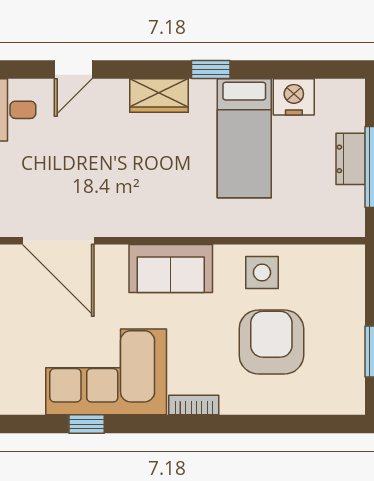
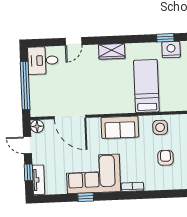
window: (211, 70) -> (165, 38), moved
bed: (244, 138) -> (146, 86), moved, turned 180
armchair: (271, 342) -> (166, 158), width x0.53, depth x0.53

